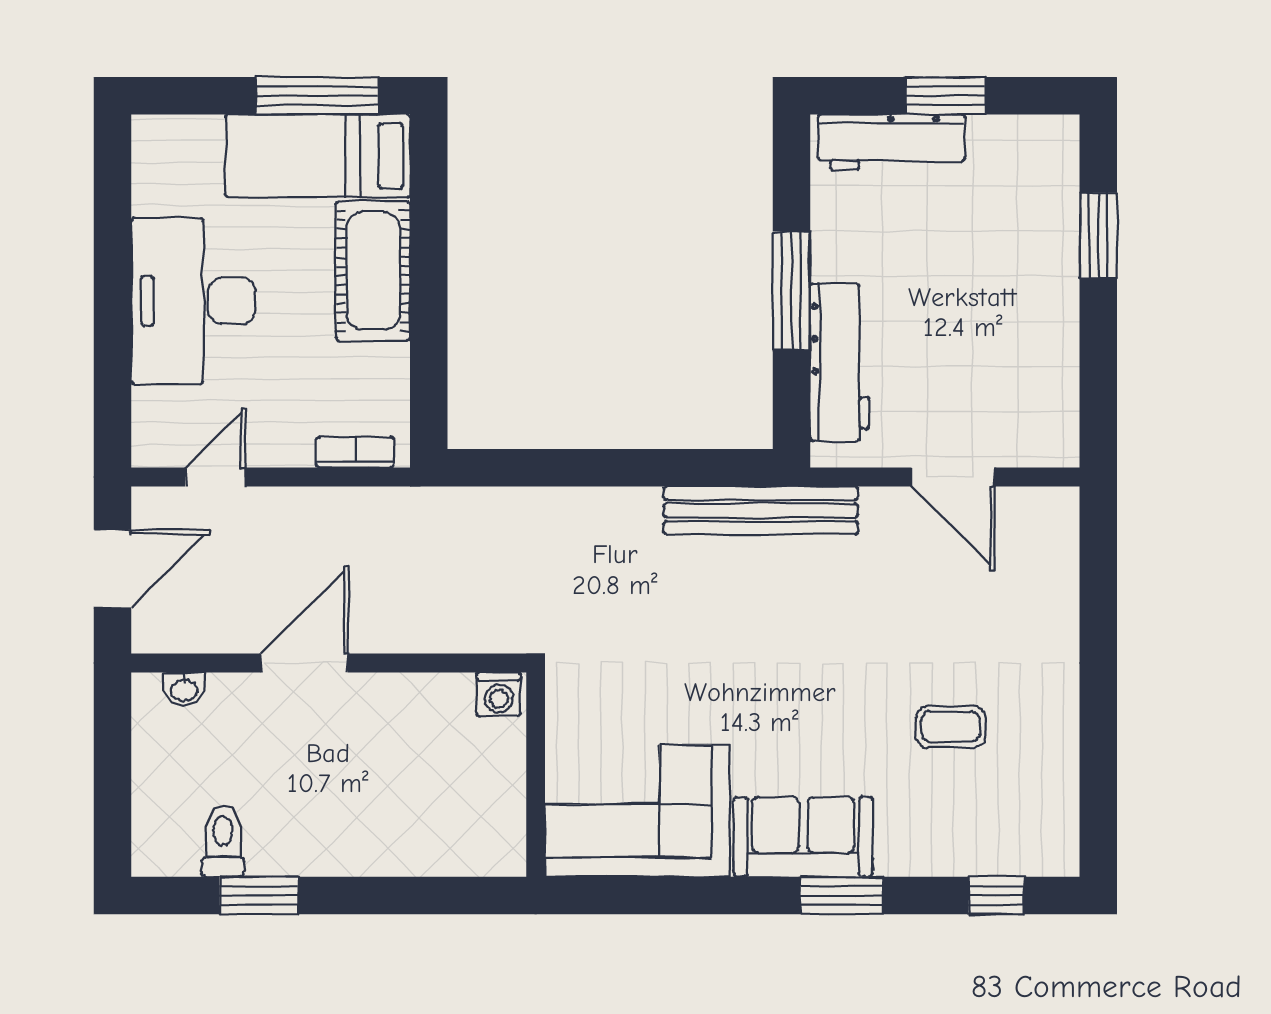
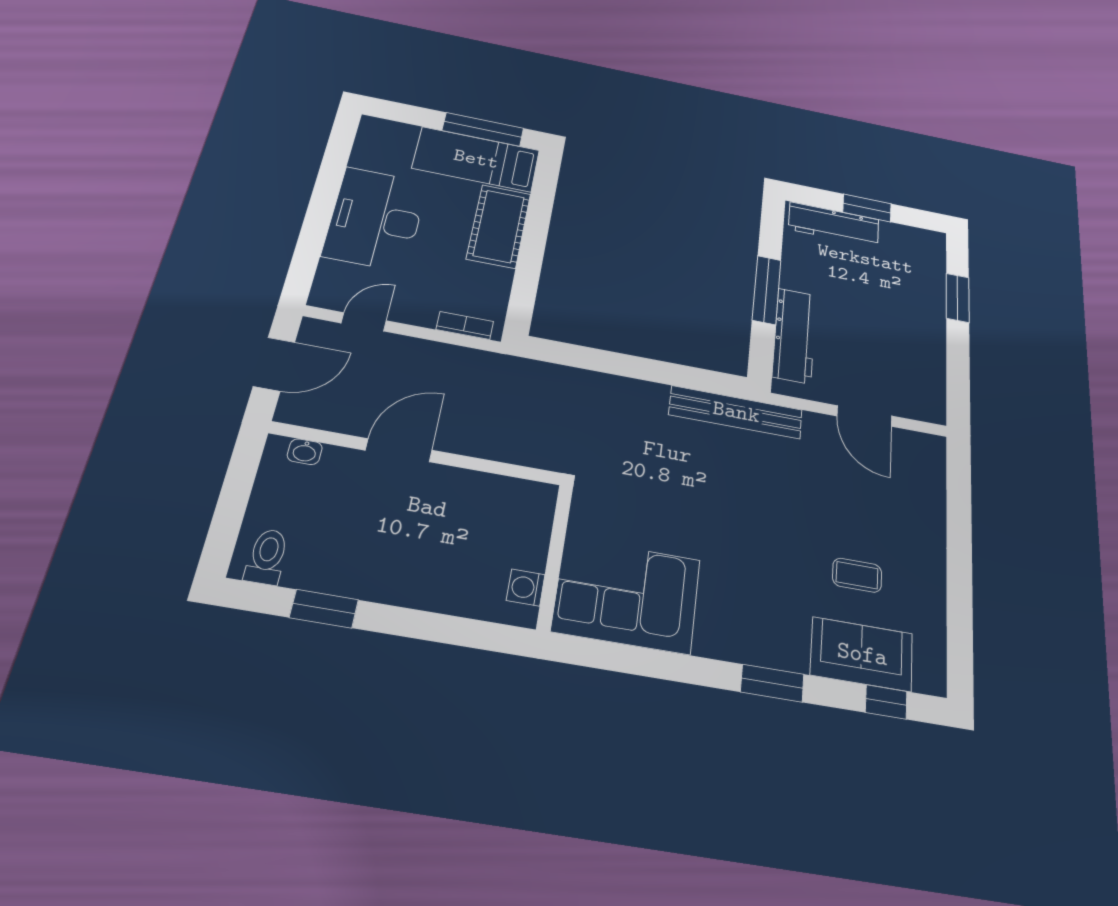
washing machine: (499, 694) -> (526, 588), moved, turned 90
sofa: (803, 837) -> (862, 654), moved
toilet: (223, 841) -> (267, 557), moved

